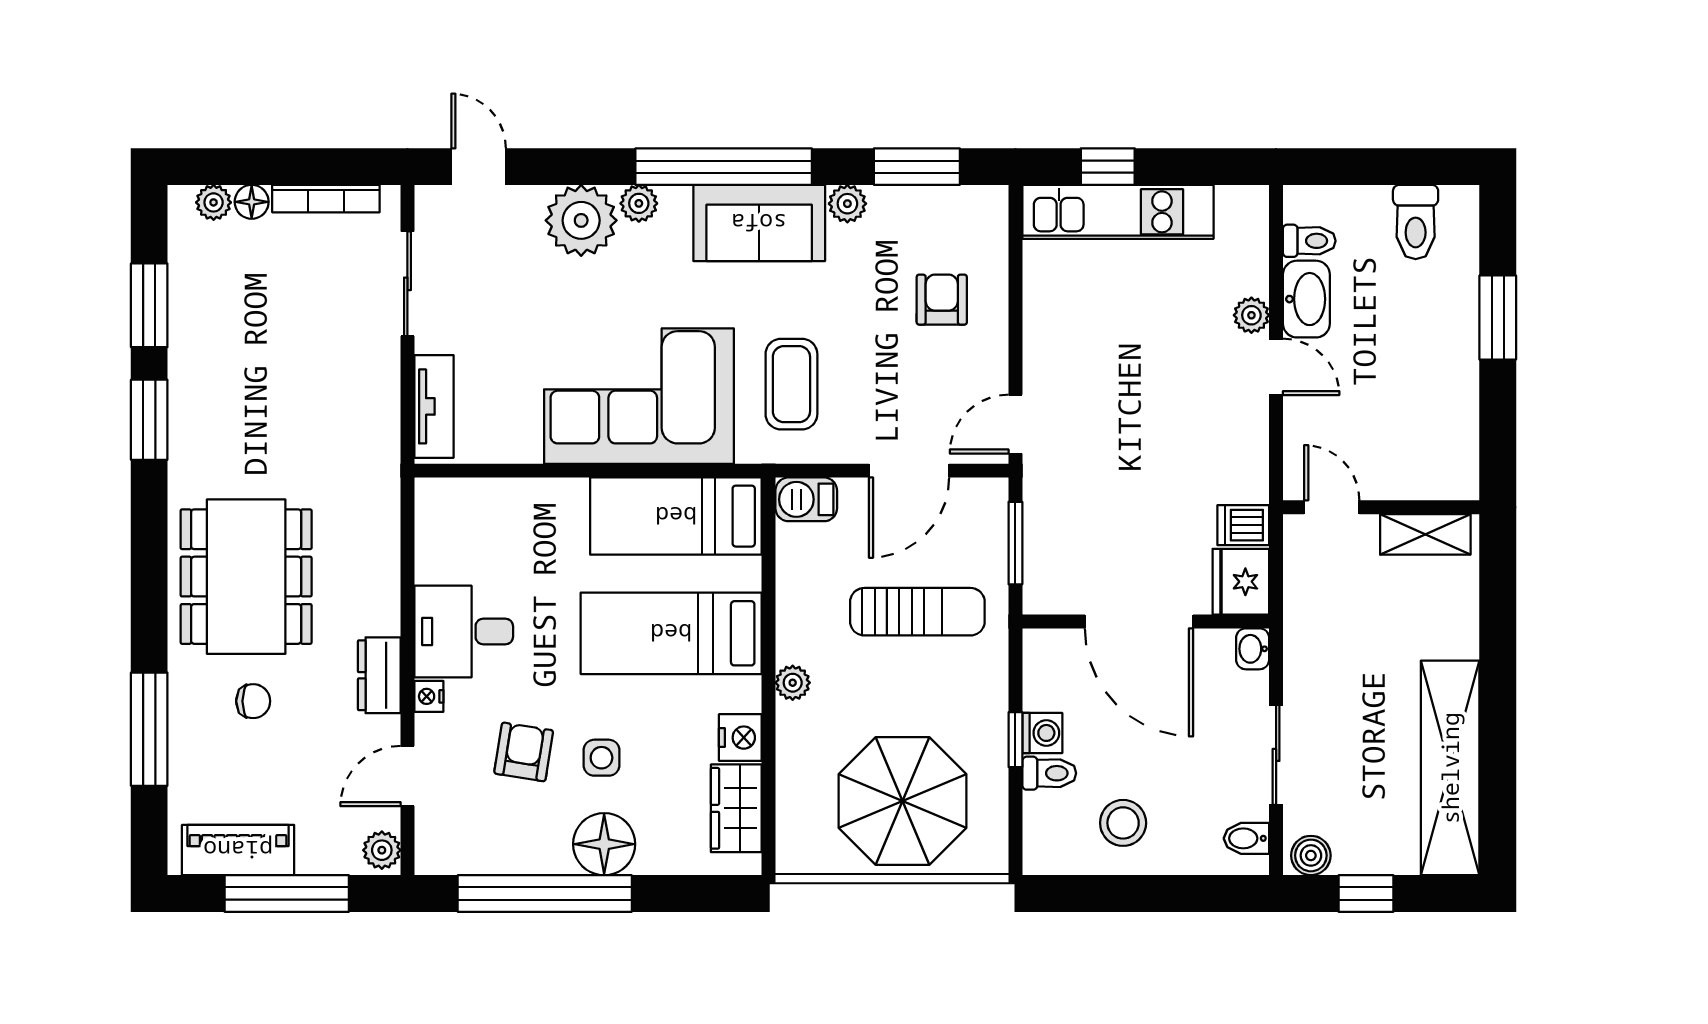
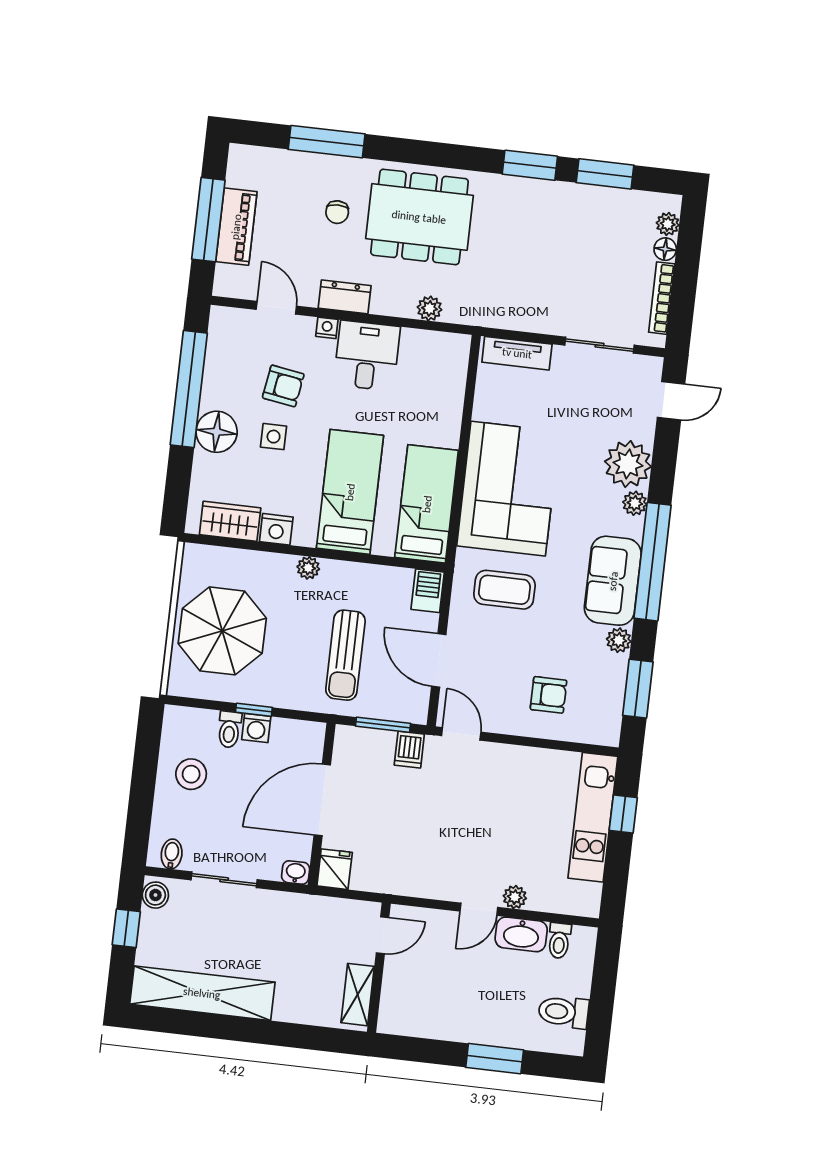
dishwasher: (1243, 525) -> (409, 750), moved, turned 180
fridge: (1241, 582) -> (335, 869), width x0.72
piano: (238, 850) -> (236, 227), moved
plant: (382, 850) -> (429, 308), moved

